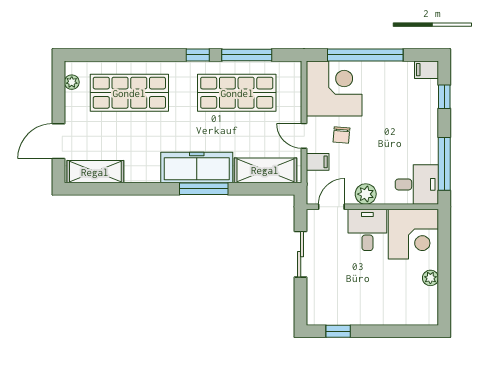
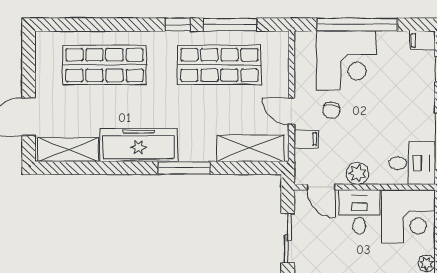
plant: (72, 82) -> (43, 54), removed
corner desk: (334, 89) -> (346, 60), moved, turned 90
freezer: (197, 168) -> (139, 145), moved
door: (331, 207) -> (321, 187), swing flipped

